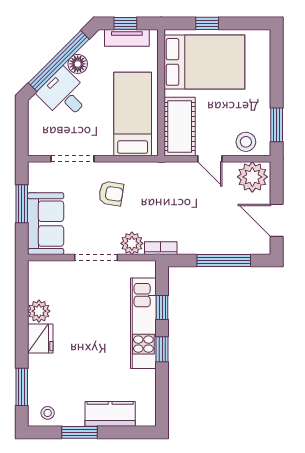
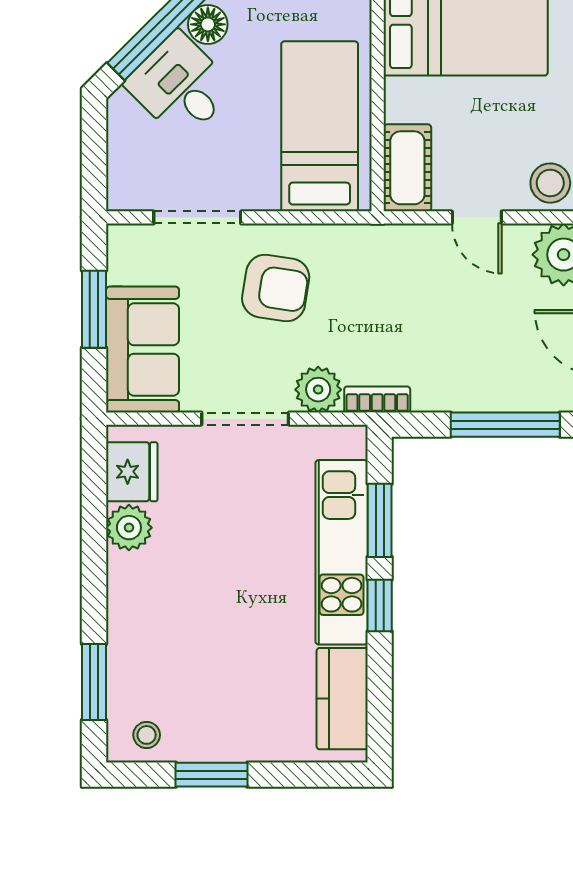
cot: (180, 126) -> (407, 168), width x0.73, depth x0.75
armchair: (111, 193) -> (276, 288), width x1.38, depth x1.38
window: (162, 308) -> (380, 520), width x1.50
fridge: (40, 339) -> (132, 472), moved
kitchen counter: (110, 414) -> (342, 699), moved, turned -90

